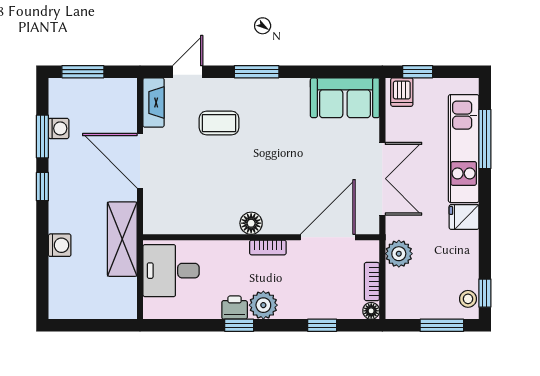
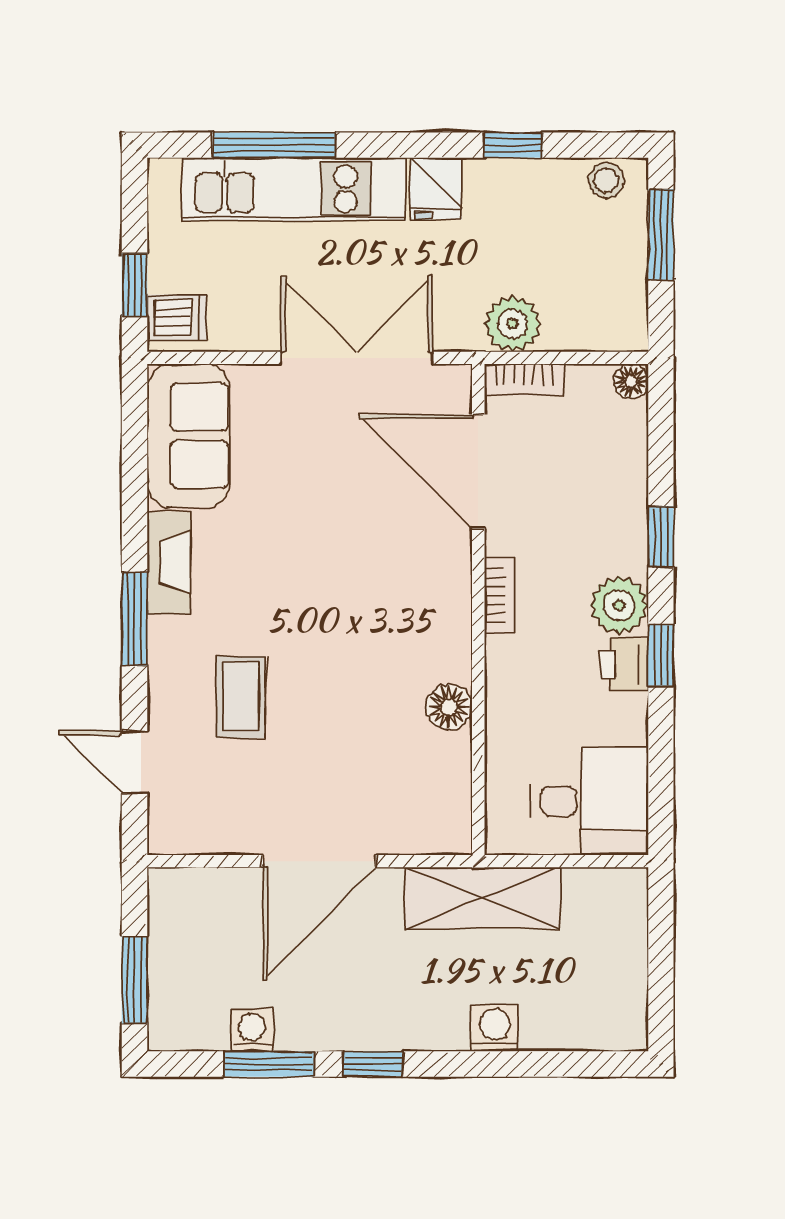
fireplace: (153, 103) -> (169, 563), moved, turned 90
floor lamp: (251, 223) -> (449, 707), moved
desk: (171, 271) -> (590, 801), moved, turned -90
bookcase: (372, 282) -> (524, 380), moved
window: (485, 293) -> (513, 145), moved
window: (322, 325) -> (661, 537), moved

